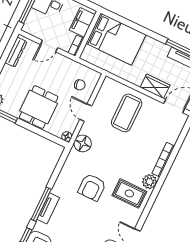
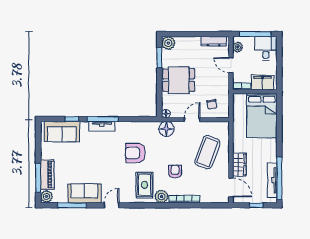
plant: (34, 30) -> (238, 47), added
coffee table: (127, 113) -> (207, 152), turned -70
armchair: (131, 156) -> (175, 172), added

